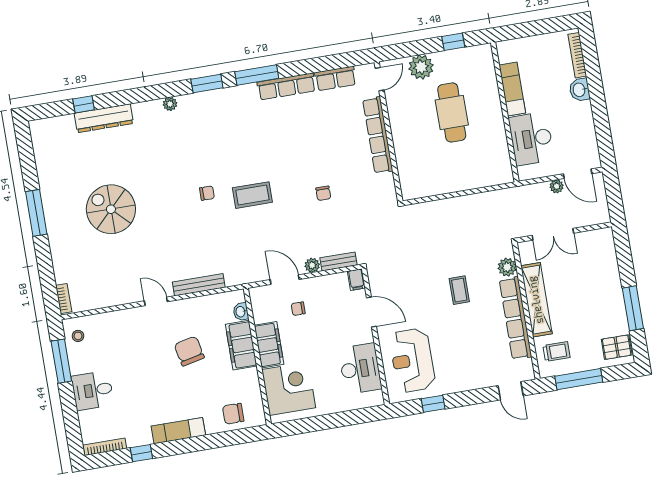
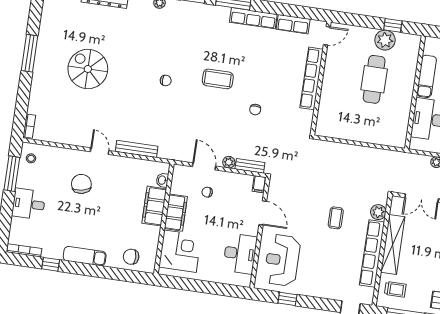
plant: (421, 67) -> (385, 40), moved
coffee table: (252, 195) -> (218, 79), moved
chair: (189, 351) -> (81, 184), moved

